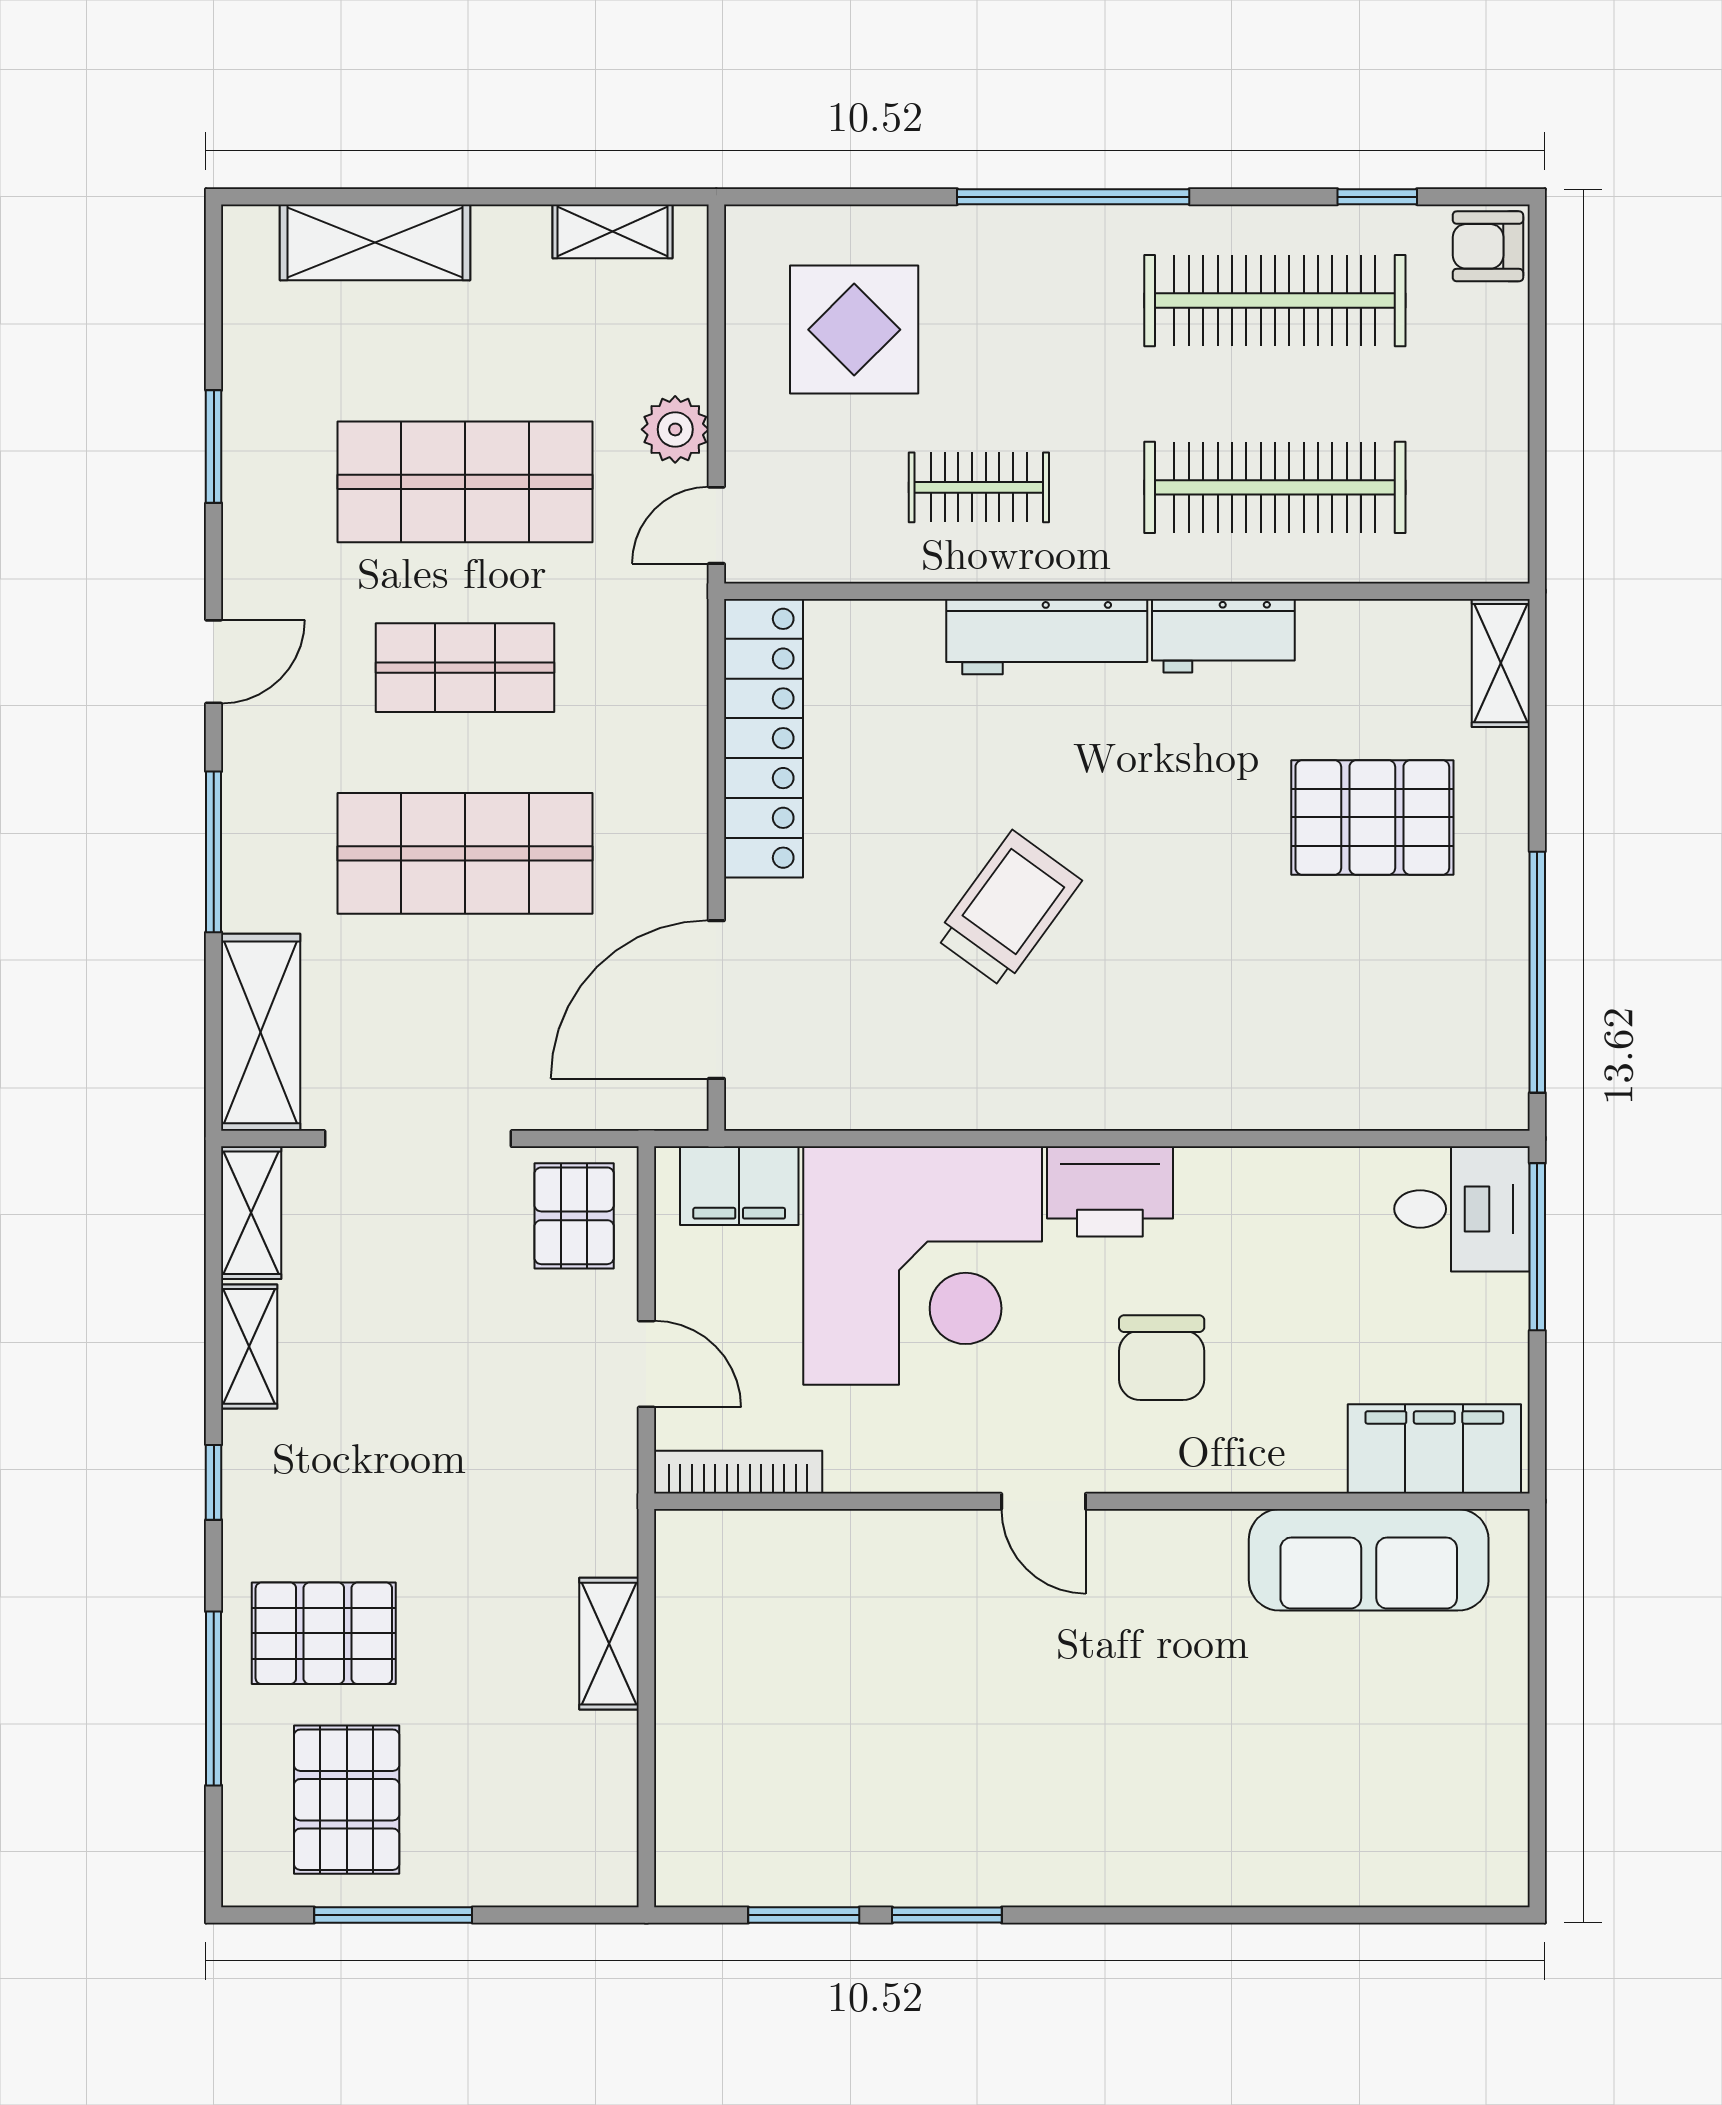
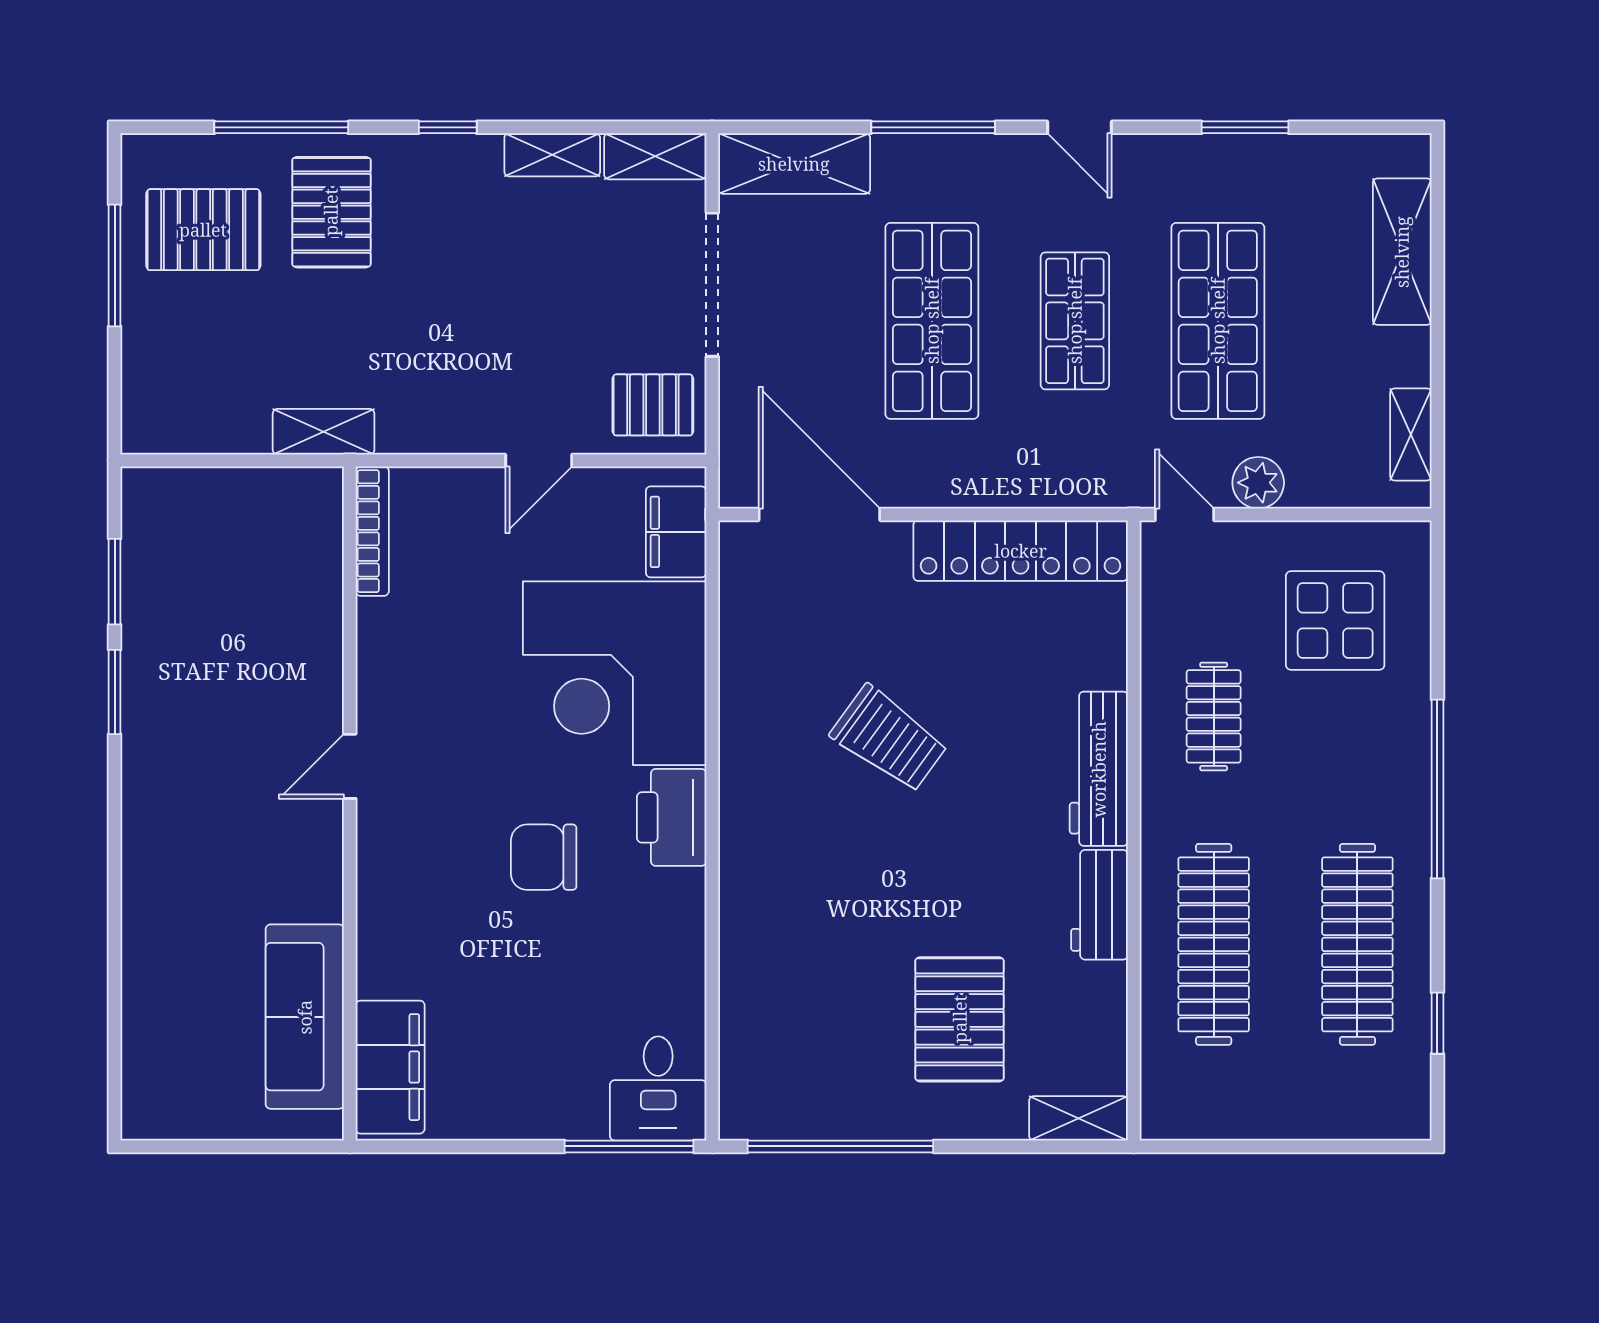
armchair: (1488, 246) -> (1399, 1108), removed
filing cabinet: (1434, 1449) -> (390, 1067), moved
bookcase: (738, 1472) -> (372, 531), moved
door: (1044, 1501) -> (350, 766), moved
wall: (1092, 1501) -> (350, 803), moved
sofa: (1369, 1560) -> (305, 1017), moved

